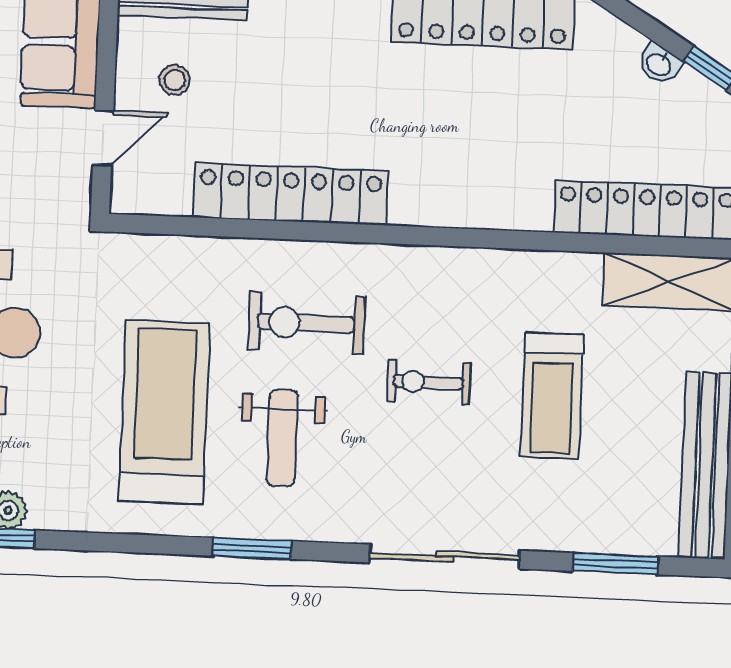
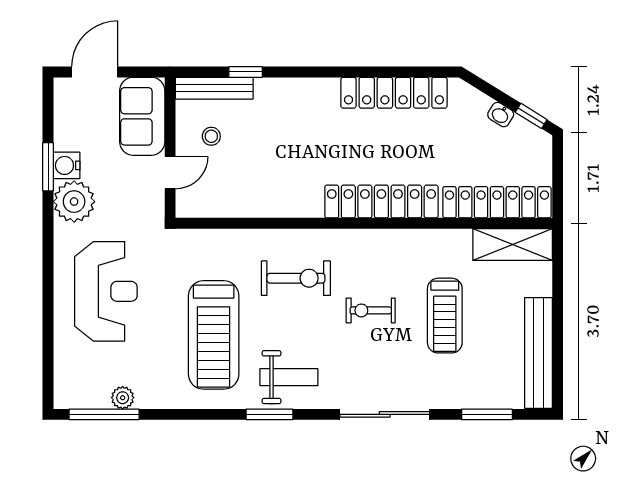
locker: (291, 194) -> (381, 202), moved
exercise bike: (306, 323) -> (296, 278), turned 180
treadmill: (164, 412) -> (214, 335), turned 180
weight bench: (282, 438) -> (289, 377), moved, turned -90

